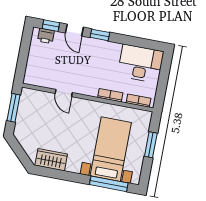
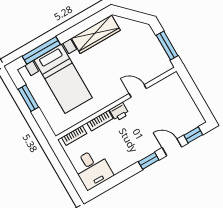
printer: (46, 36) -> (119, 112), moved, turned 180
desk: (141, 64) -> (92, 169), width x0.73
window: (151, 145) -> (28, 98), moved
wardrobe: (51, 160) -> (96, 34), width x1.50

